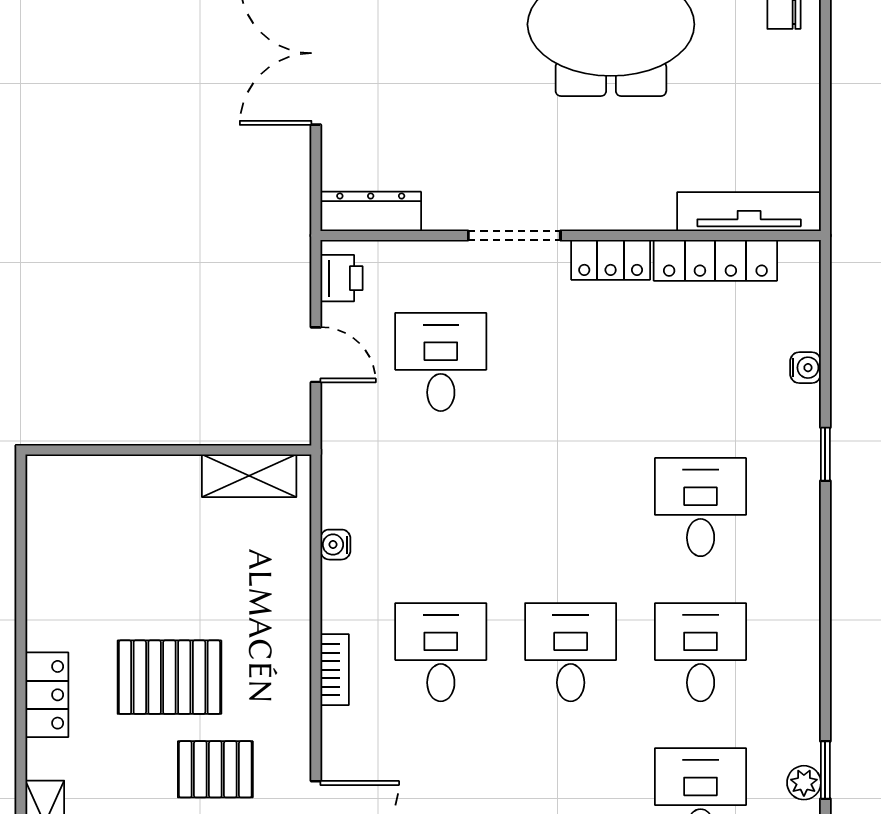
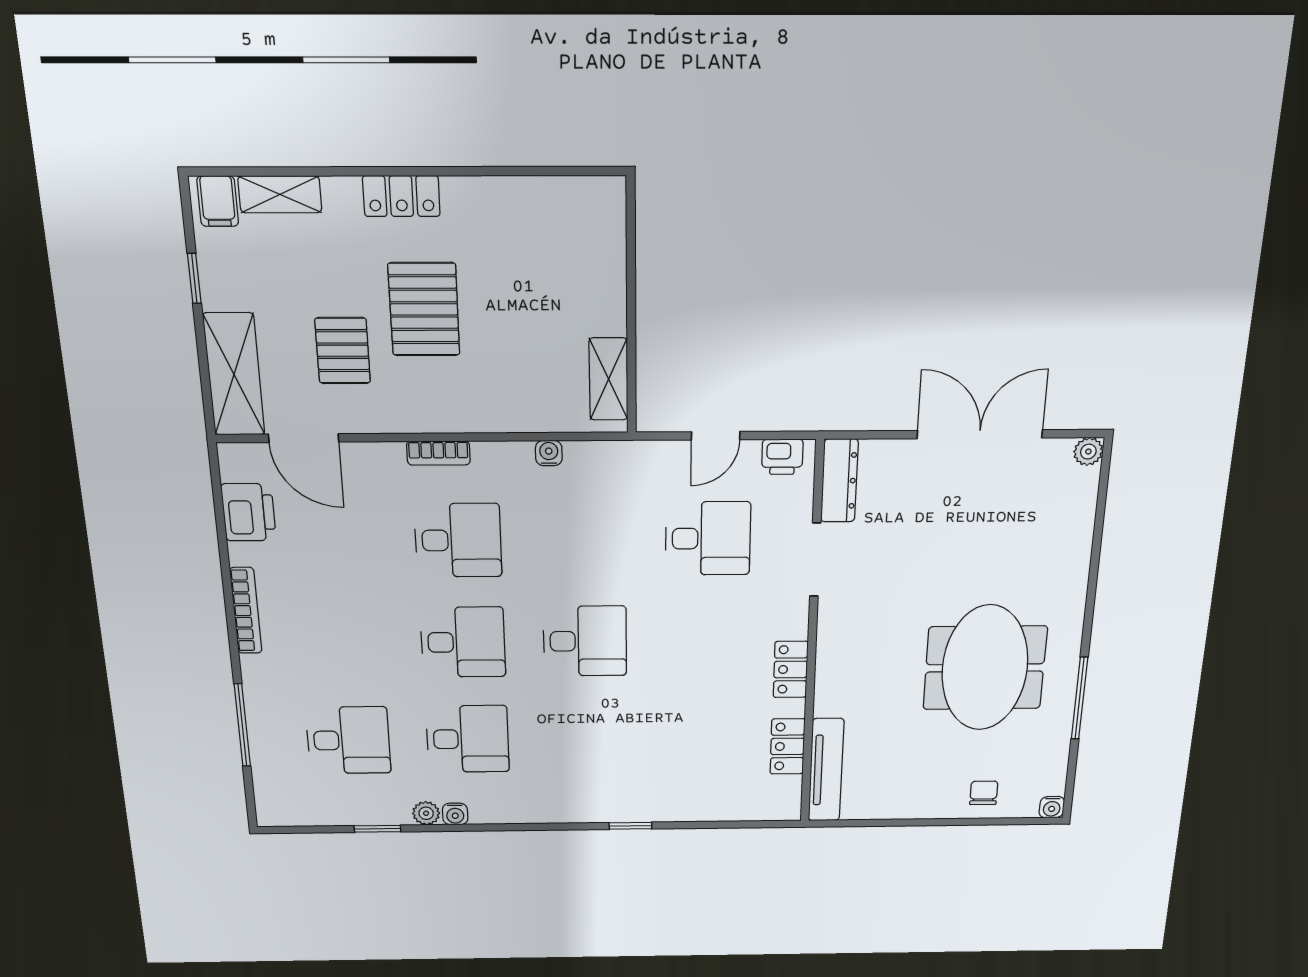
doorway: (514, 236) -> (815, 560), moved
locker: (715, 260) -> (787, 746), width x0.66
water cooler: (805, 368) -> (455, 814), moved
desk: (701, 507) -> (585, 641), moved
plant: (804, 783) -> (426, 813), moved

